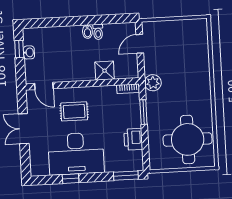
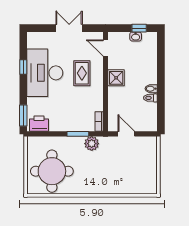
door: (140, 44) -> (126, 134), moved
shower: (105, 71) -> (116, 78), moved
plant: (153, 83) -> (92, 144), moved
door: (44, 86) -> (106, 48), hinge flipped
printer: (133, 139) -> (39, 124), moved

